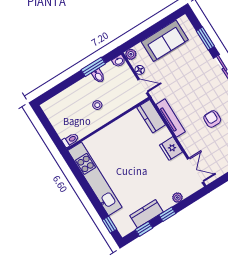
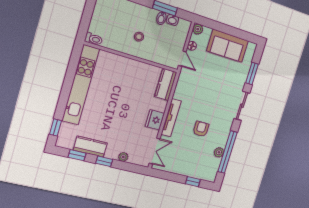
washbasin: (119, 61) -> (172, 20), moved
tv unit: (171, 118) -> (171, 118), moved

